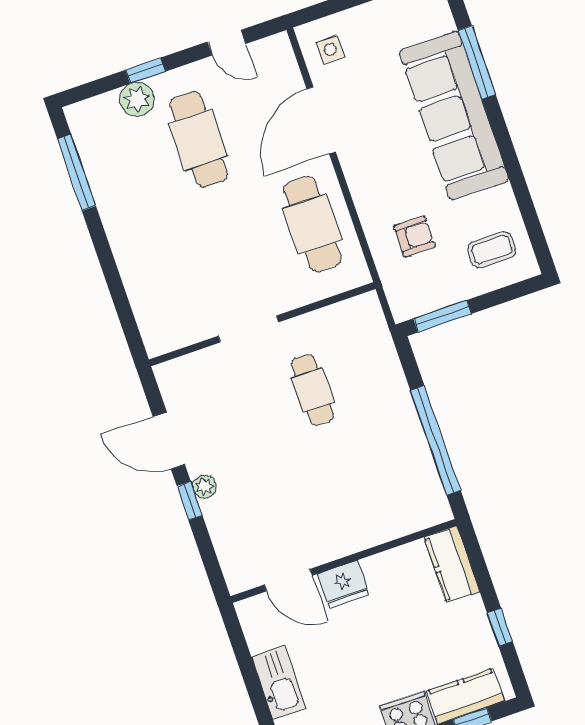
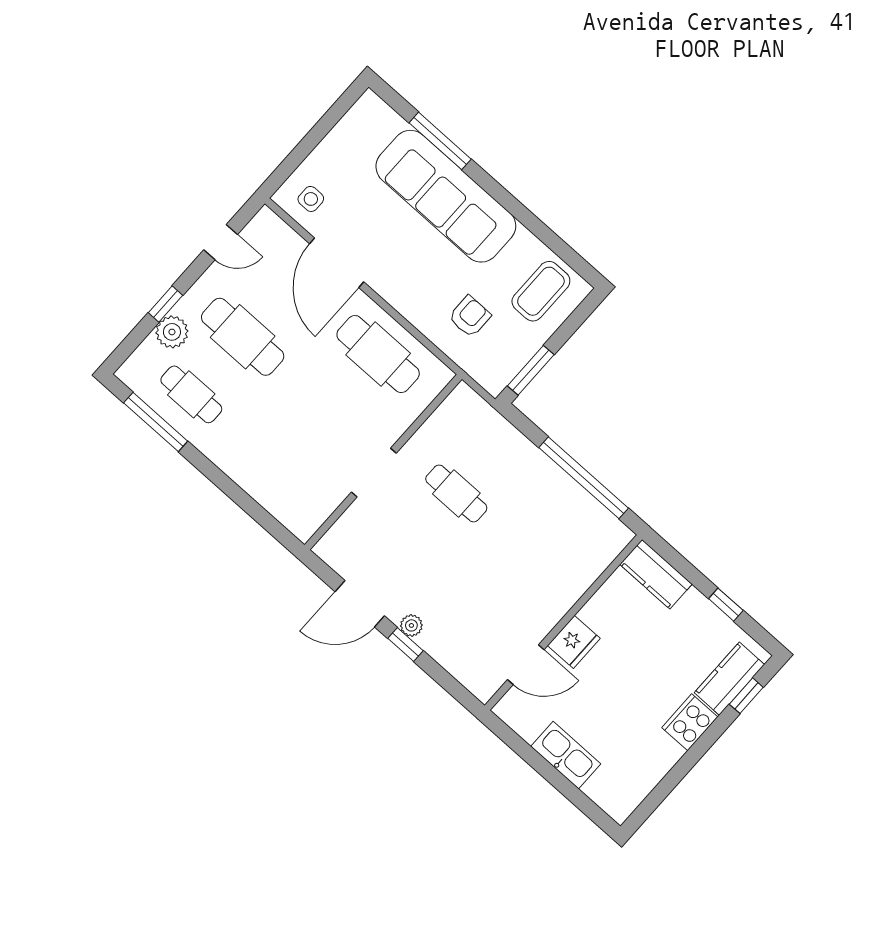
cafe table: (123, 166) -> (191, 394), added
coffee table: (492, 250) -> (541, 291), width x1.36, depth x1.30

